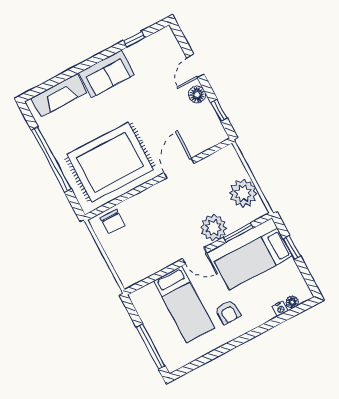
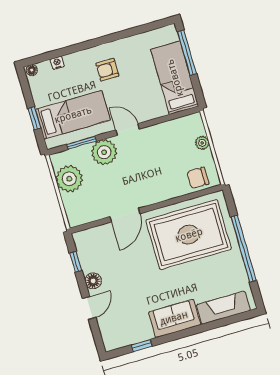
chair: (113, 222) -> (198, 178), turned -90
plant: (116, 258) -> (202, 143), added
floor lamp: (292, 302) -> (32, 70), moved
bed: (184, 304) -> (175, 78), moved
armchair: (228, 312) -> (107, 70), turned -90

